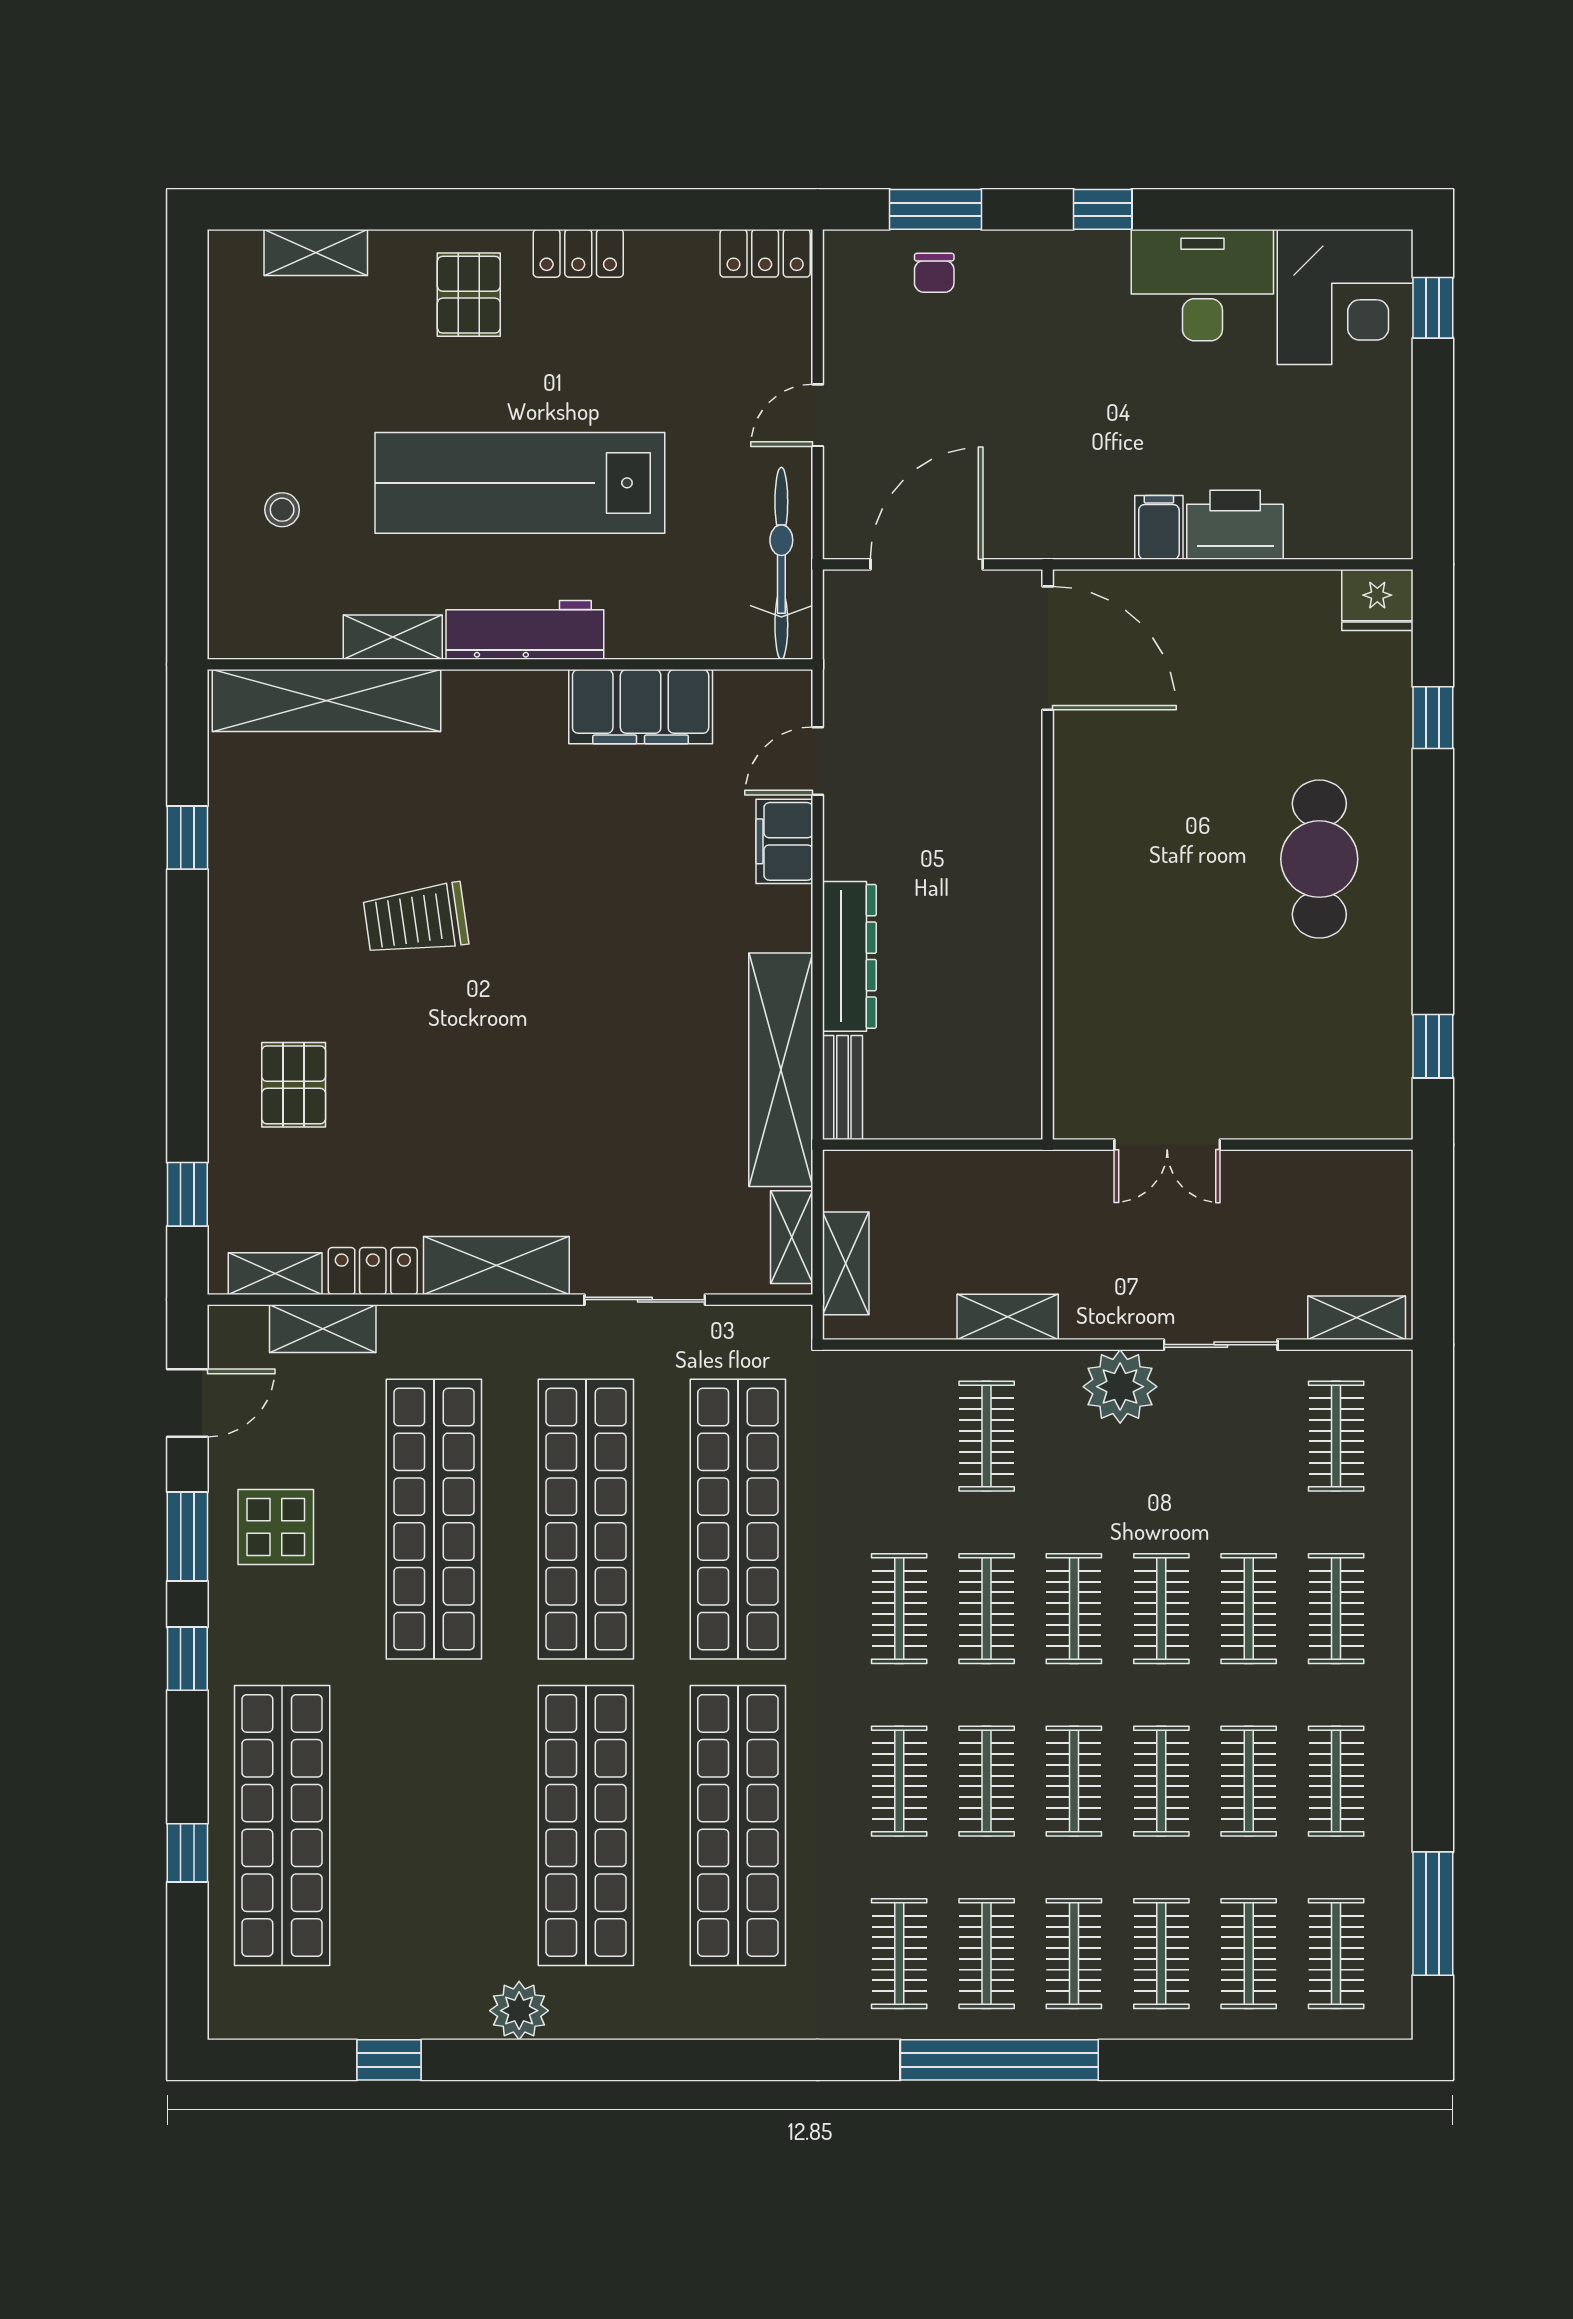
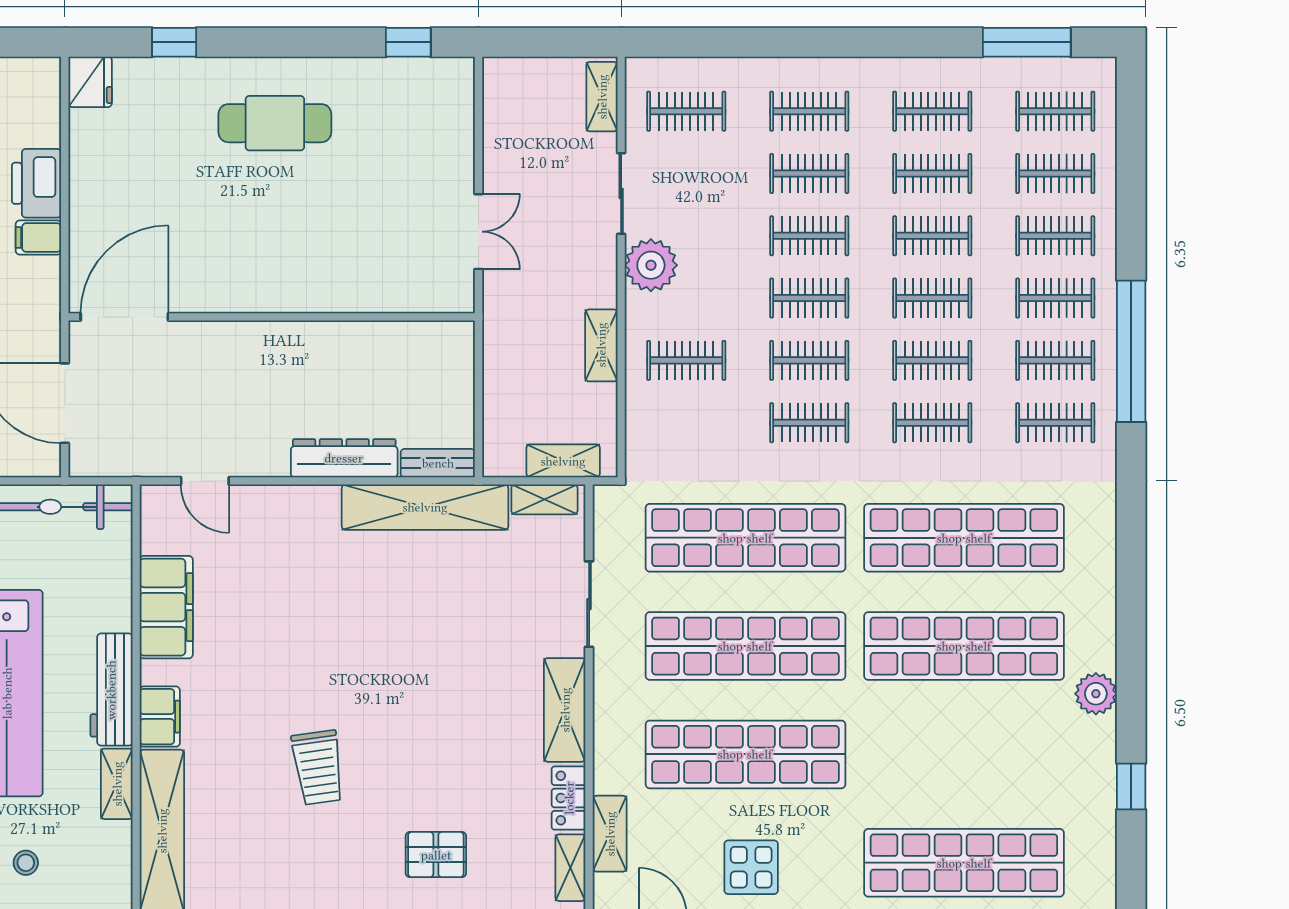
filing cabinet: (784, 841) -> (160, 717), moved, turned -90

